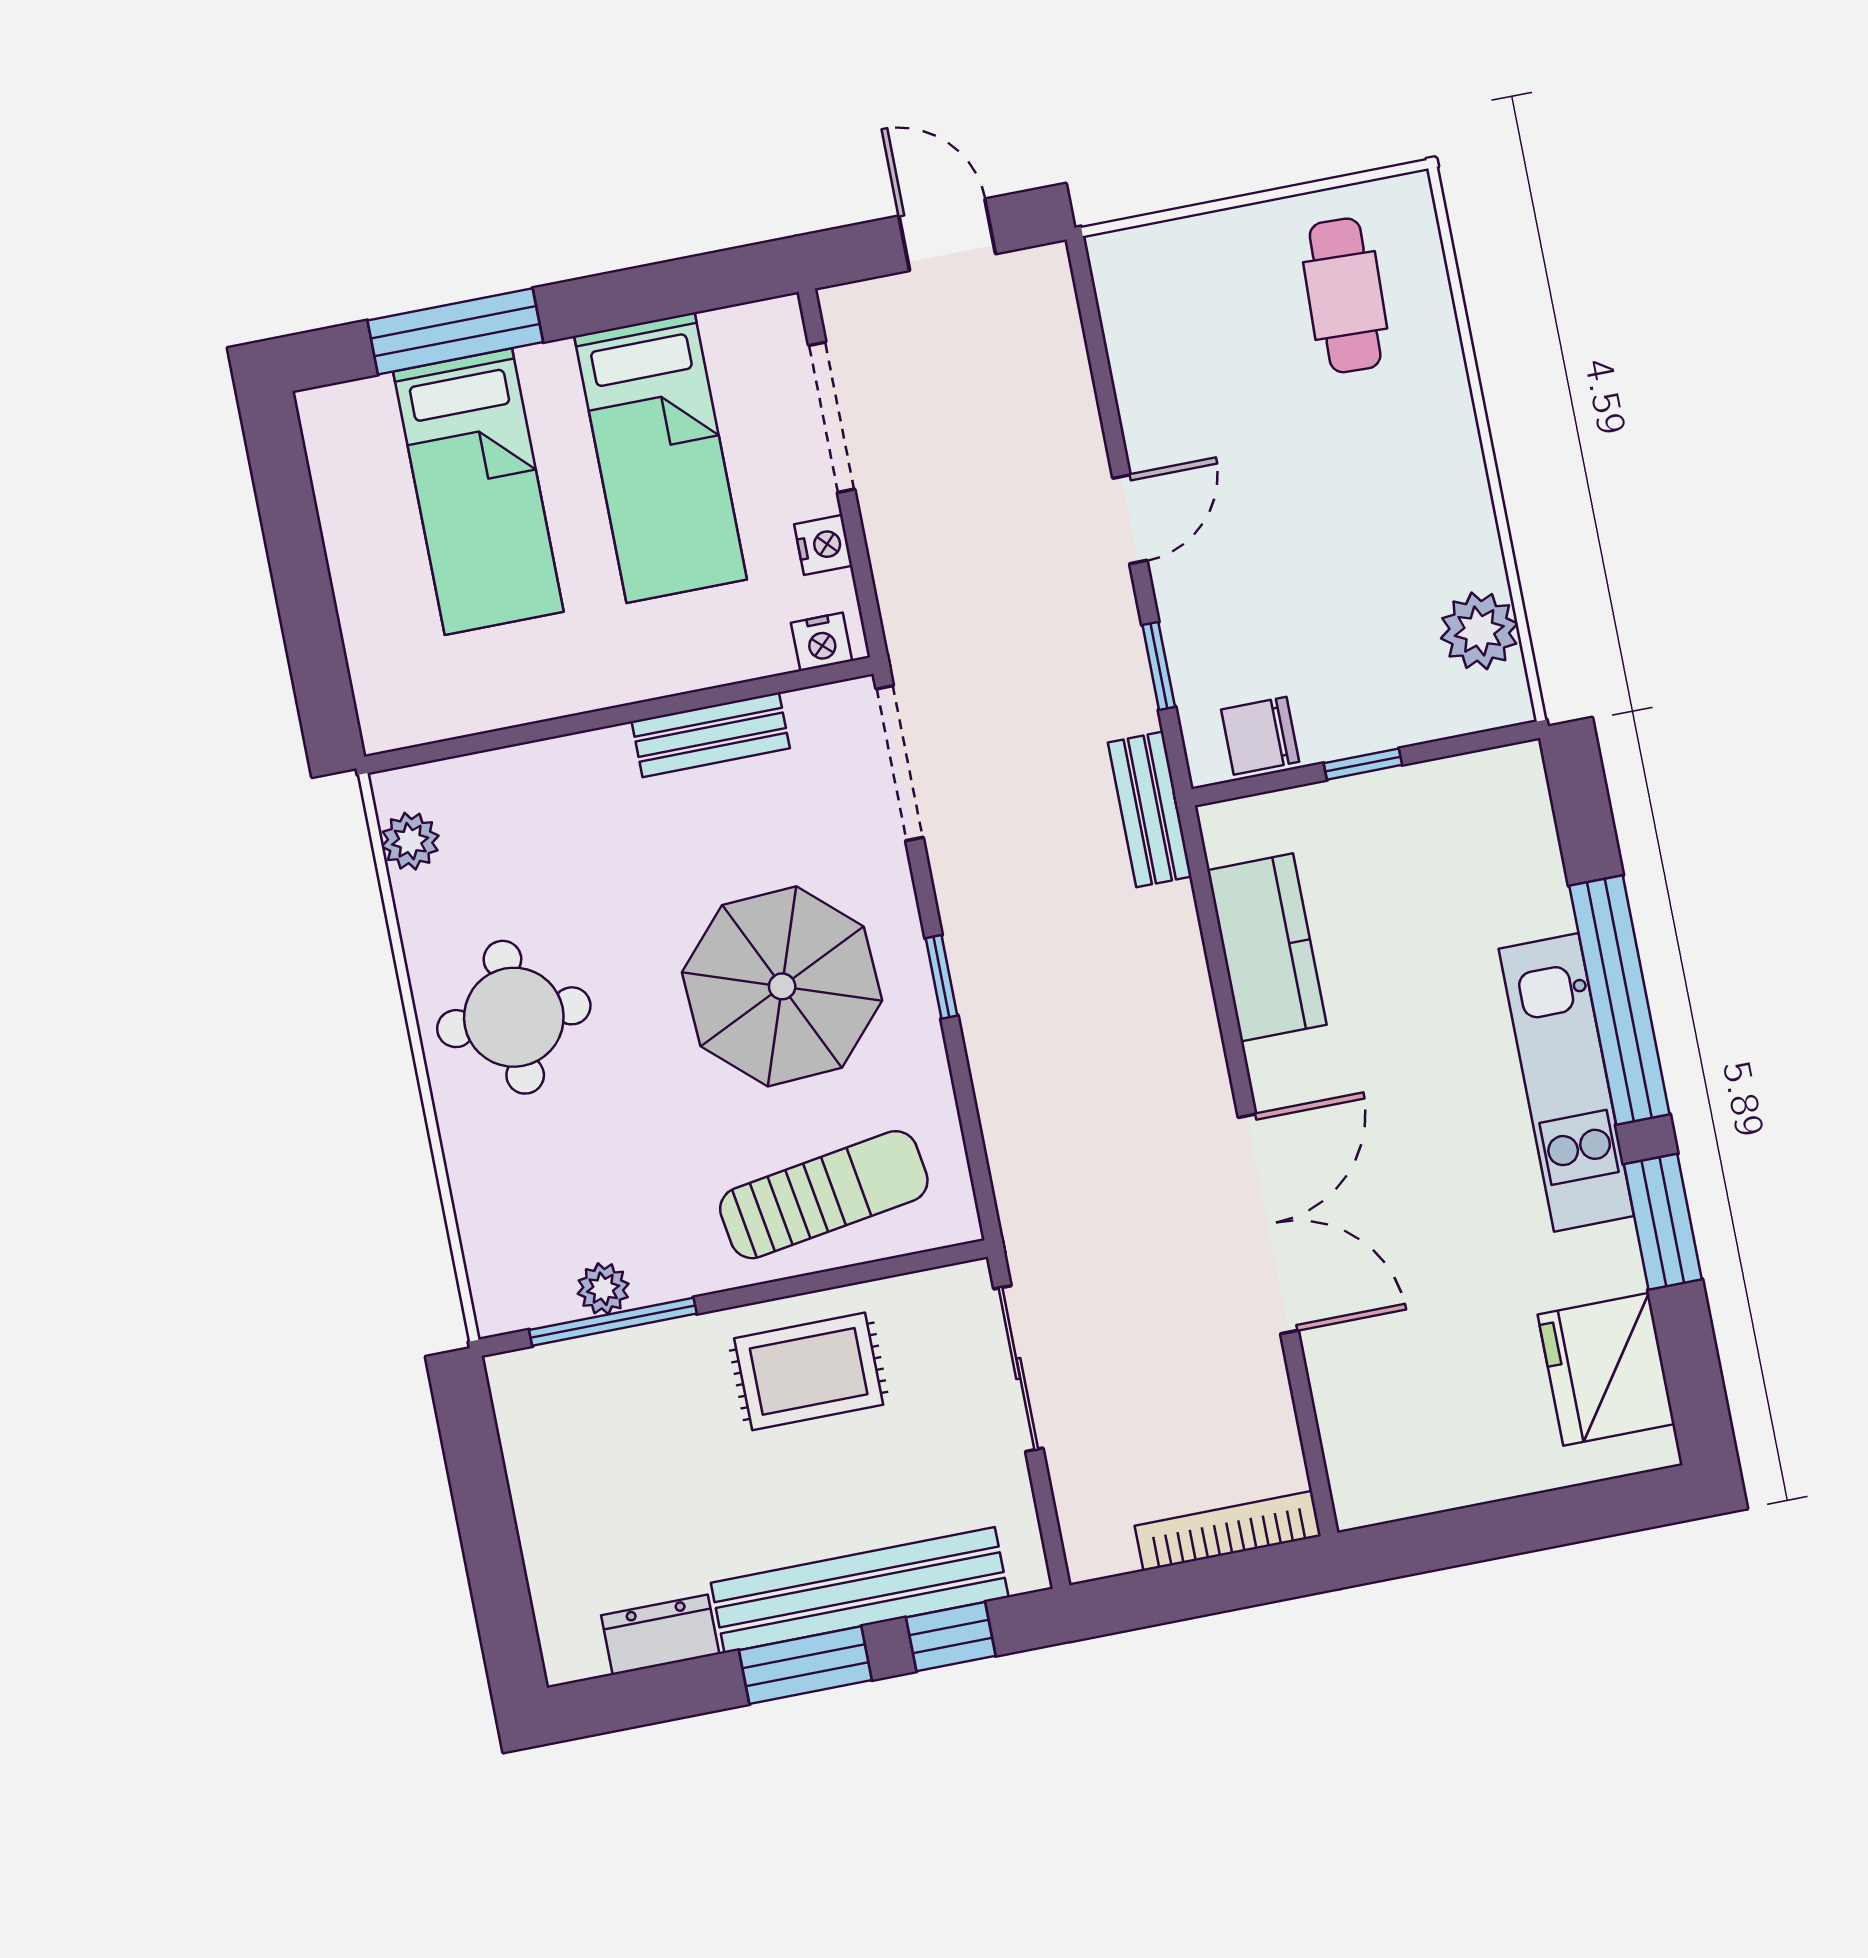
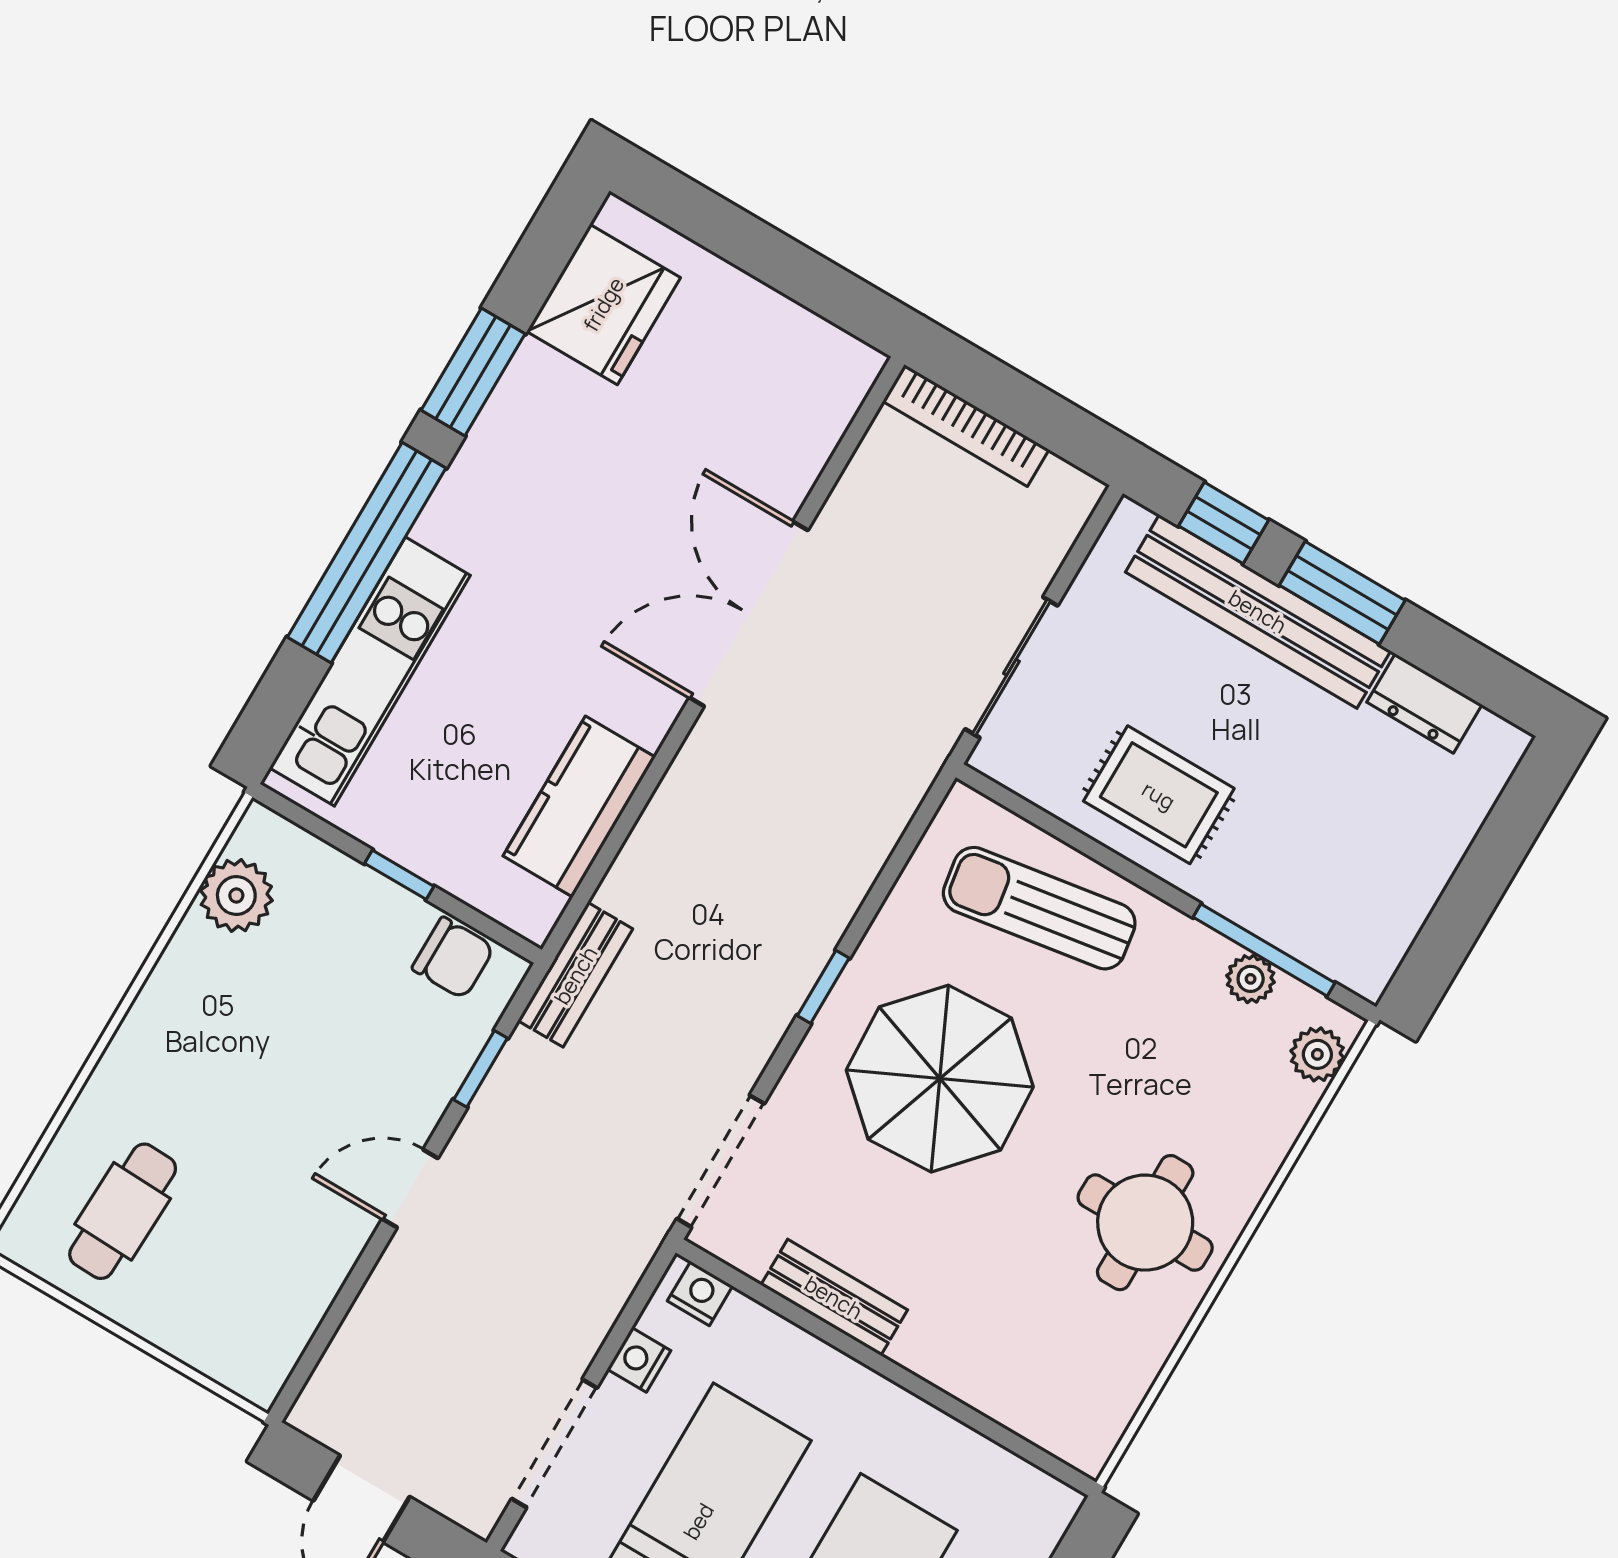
plant: (410, 841) -> (1317, 1054), moved
kitchen unit: (1566, 1082) -> (370, 672), moved

